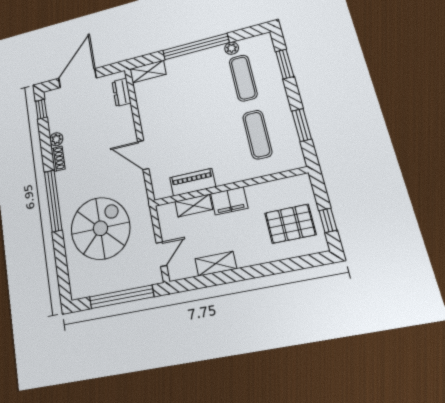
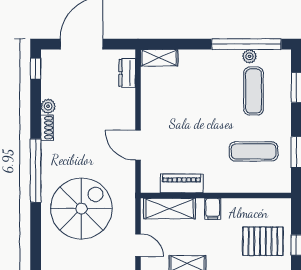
window: (196, 47) -> (246, 44), moved
exercise mat: (257, 135) -> (254, 151), turned 90
filing cabinet: (229, 201) -> (213, 209), width x0.50
shelving: (194, 206) -> (170, 209), width x1.50, depth x1.33
door: (161, 254) -> (138, 245), hinge flipped

